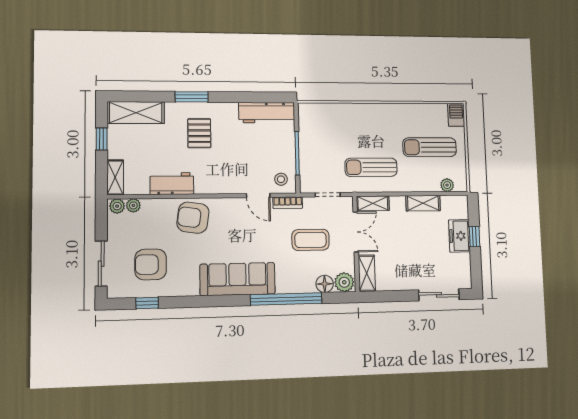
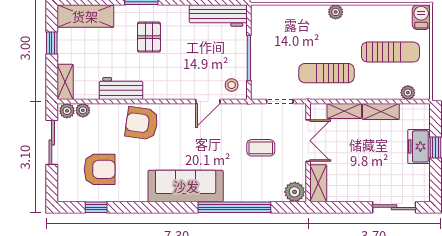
plant: (378, 110) -> (336, 12), added
sun lounger: (430, 147) -> (390, 52), turned 180
door: (258, 195) -> (208, 102), hinge flipped
bookcase: (288, 203) -> (238, 109), removed
shelving: (373, 203) -> (344, 111), moved
coffee table: (311, 240) -> (261, 148), width x0.73, depth x0.77
sliding door: (101, 264) -> (52, 142), moved
armchair: (151, 264) -> (100, 169), turned 180
floor lamp: (325, 284) -> (274, 193), removed

